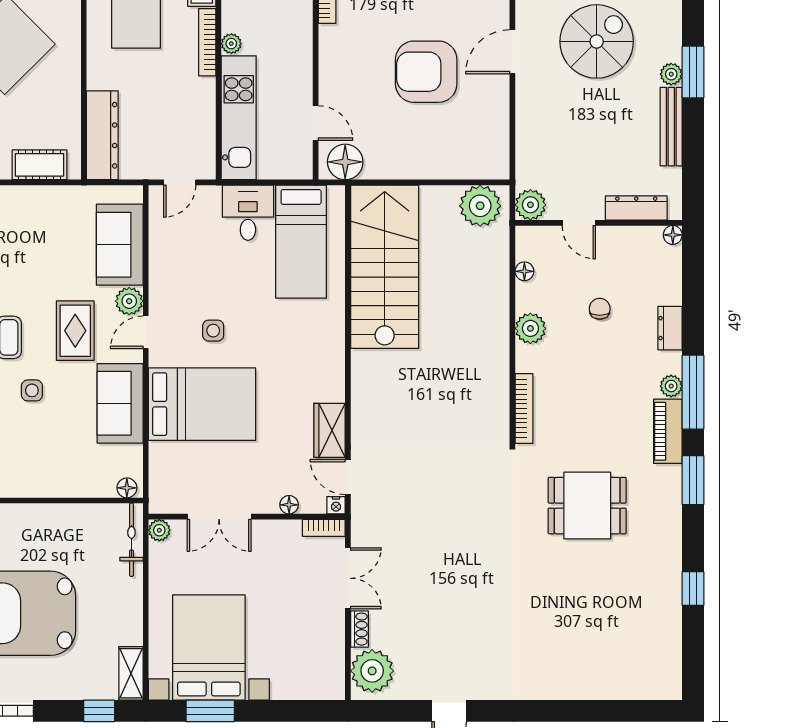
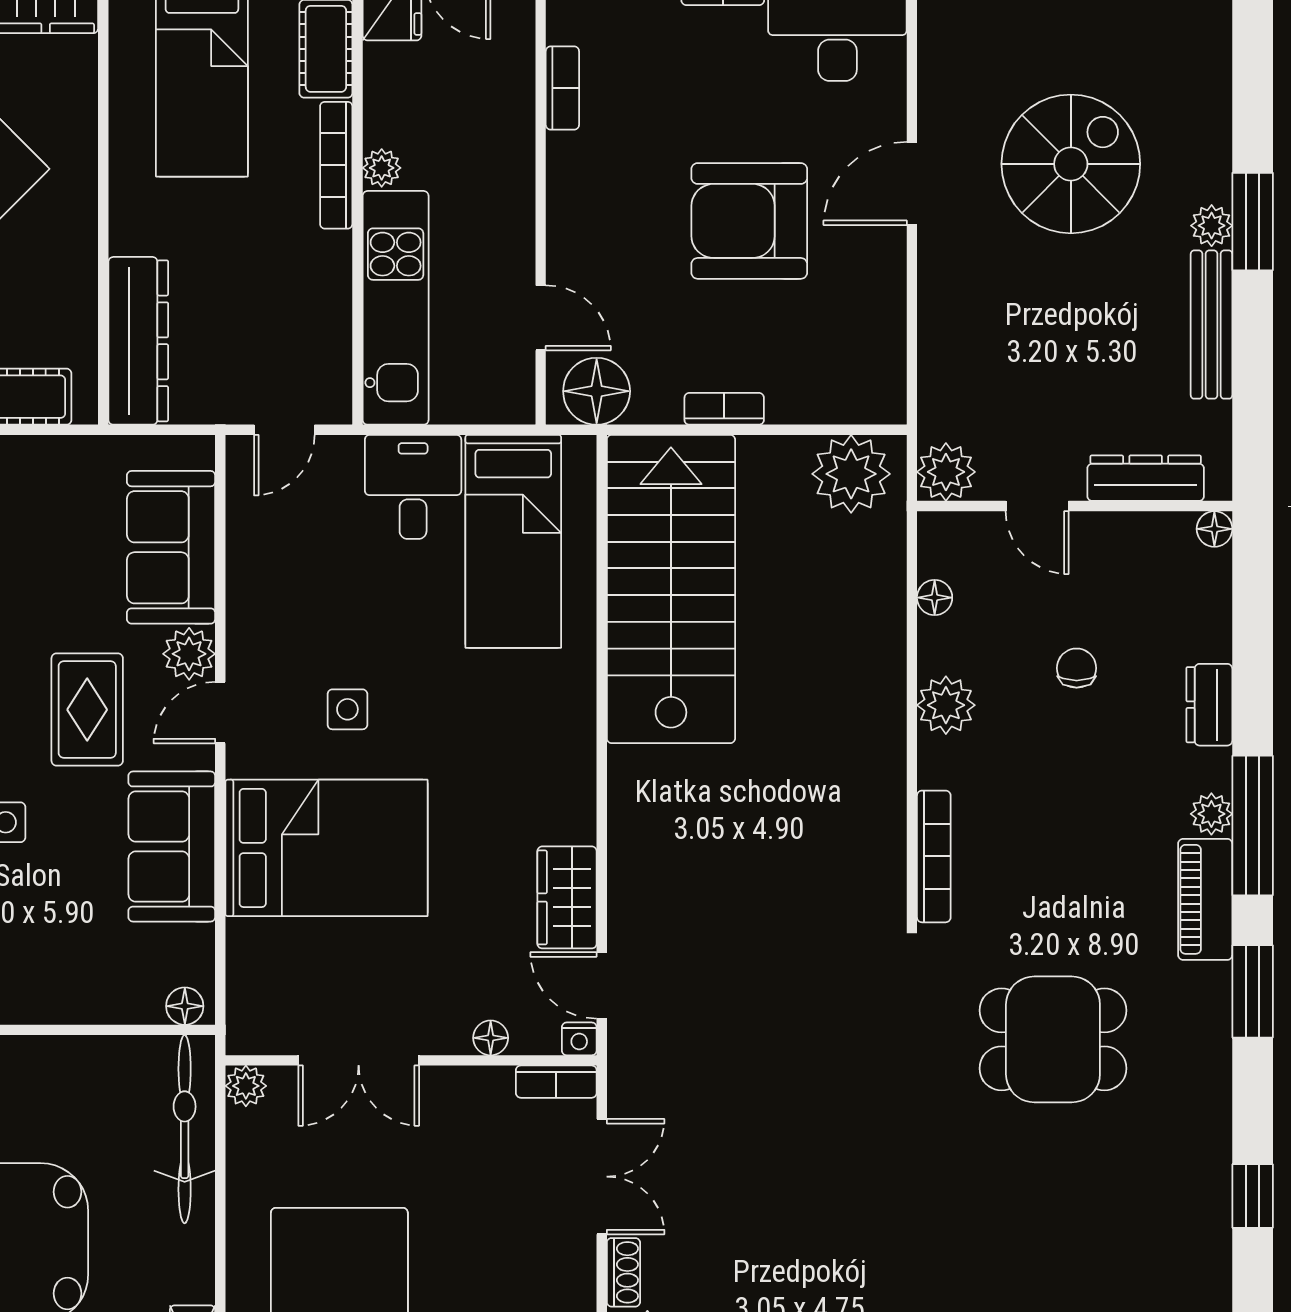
bookcase: (413, 171) -> (724, 409), added
bicycle: (131, 540) -> (185, 1129), width x1.37, depth x1.40

